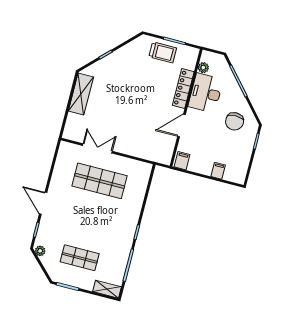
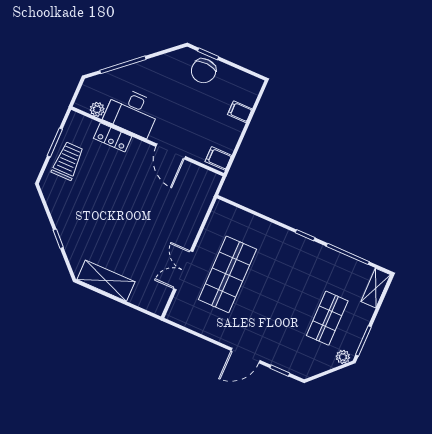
locker: (183, 88) -> (113, 137), width x0.66
chair: (235, 121) -> (204, 71), moved, turned 93
plant: (40, 251) -> (343, 357), moved

